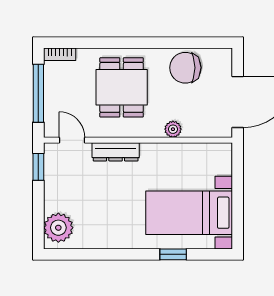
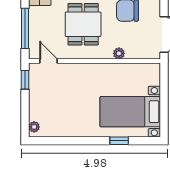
dresser: (116, 152) -> (79, 69), removed
plant: (58, 228) -> (34, 127), width x0.53, depth x0.53

